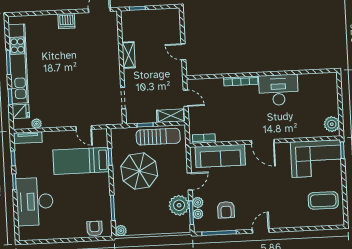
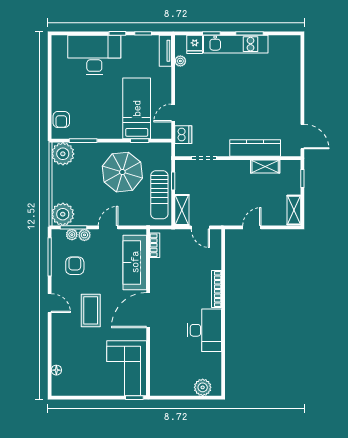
shelving: (166, 15) -> (294, 210), added
dishwasher: (66, 21) -> (183, 135), moved, turned 180
kitchen counter: (112, 52) -> (255, 148), added
shelving: (129, 55) -> (265, 167), moved
kitchen unit: (18, 64) -> (236, 44), width x0.73
door: (186, 98) -> (200, 227), hinge flipped
plant: (332, 124) -> (203, 387), moved
door: (263, 142) -> (148, 310), width x1.36
door: (190, 181) -> (108, 227), swing flipped
coffee table: (323, 200) -> (91, 310), moved
plant: (179, 205) -> (63, 214), moved
armchair: (226, 210) -> (75, 266), turned 90
floor lamp: (321, 222) -> (56, 370), added
armchair: (95, 229) -> (61, 120), turned 90
plant: (121, 231) -> (63, 154), width x1.87, depth x1.87

